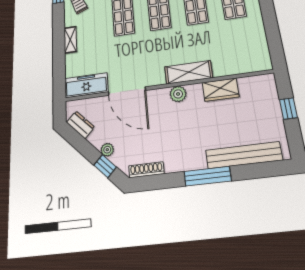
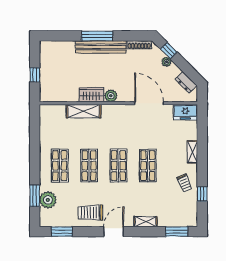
shelving: (189, 72) -> (84, 111), moved
freezer: (86, 85) -> (185, 112), width x0.71
wardrobe: (221, 90) -> (91, 95), moved
bench: (244, 155) -> (101, 47), moved

